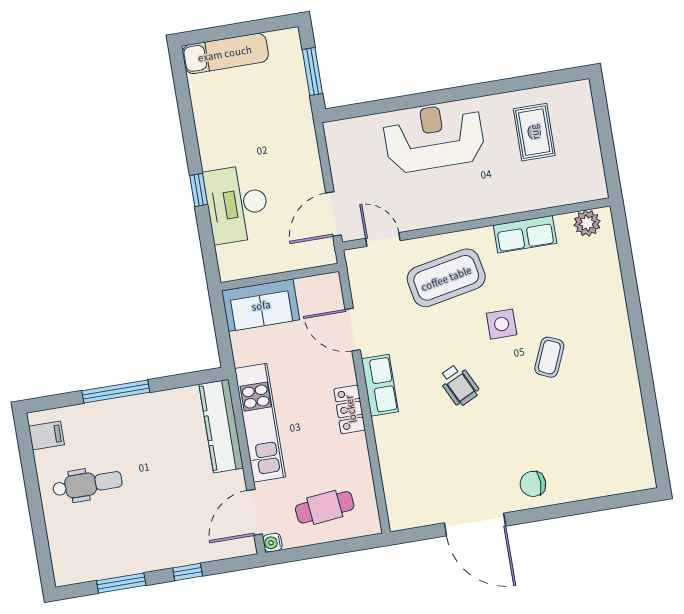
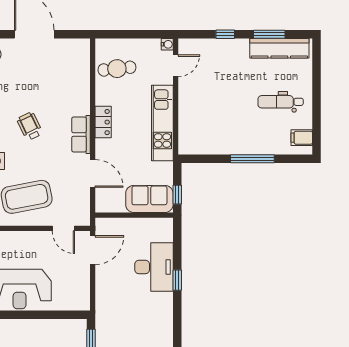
window: (220, 319) -> (177, 195), added
kitchen counter: (221, 426) -> (279, 48), moved, turned 90
cafe table: (325, 507) -> (117, 69), moved
door: (255, 512) -> (176, 66), width x0.73

